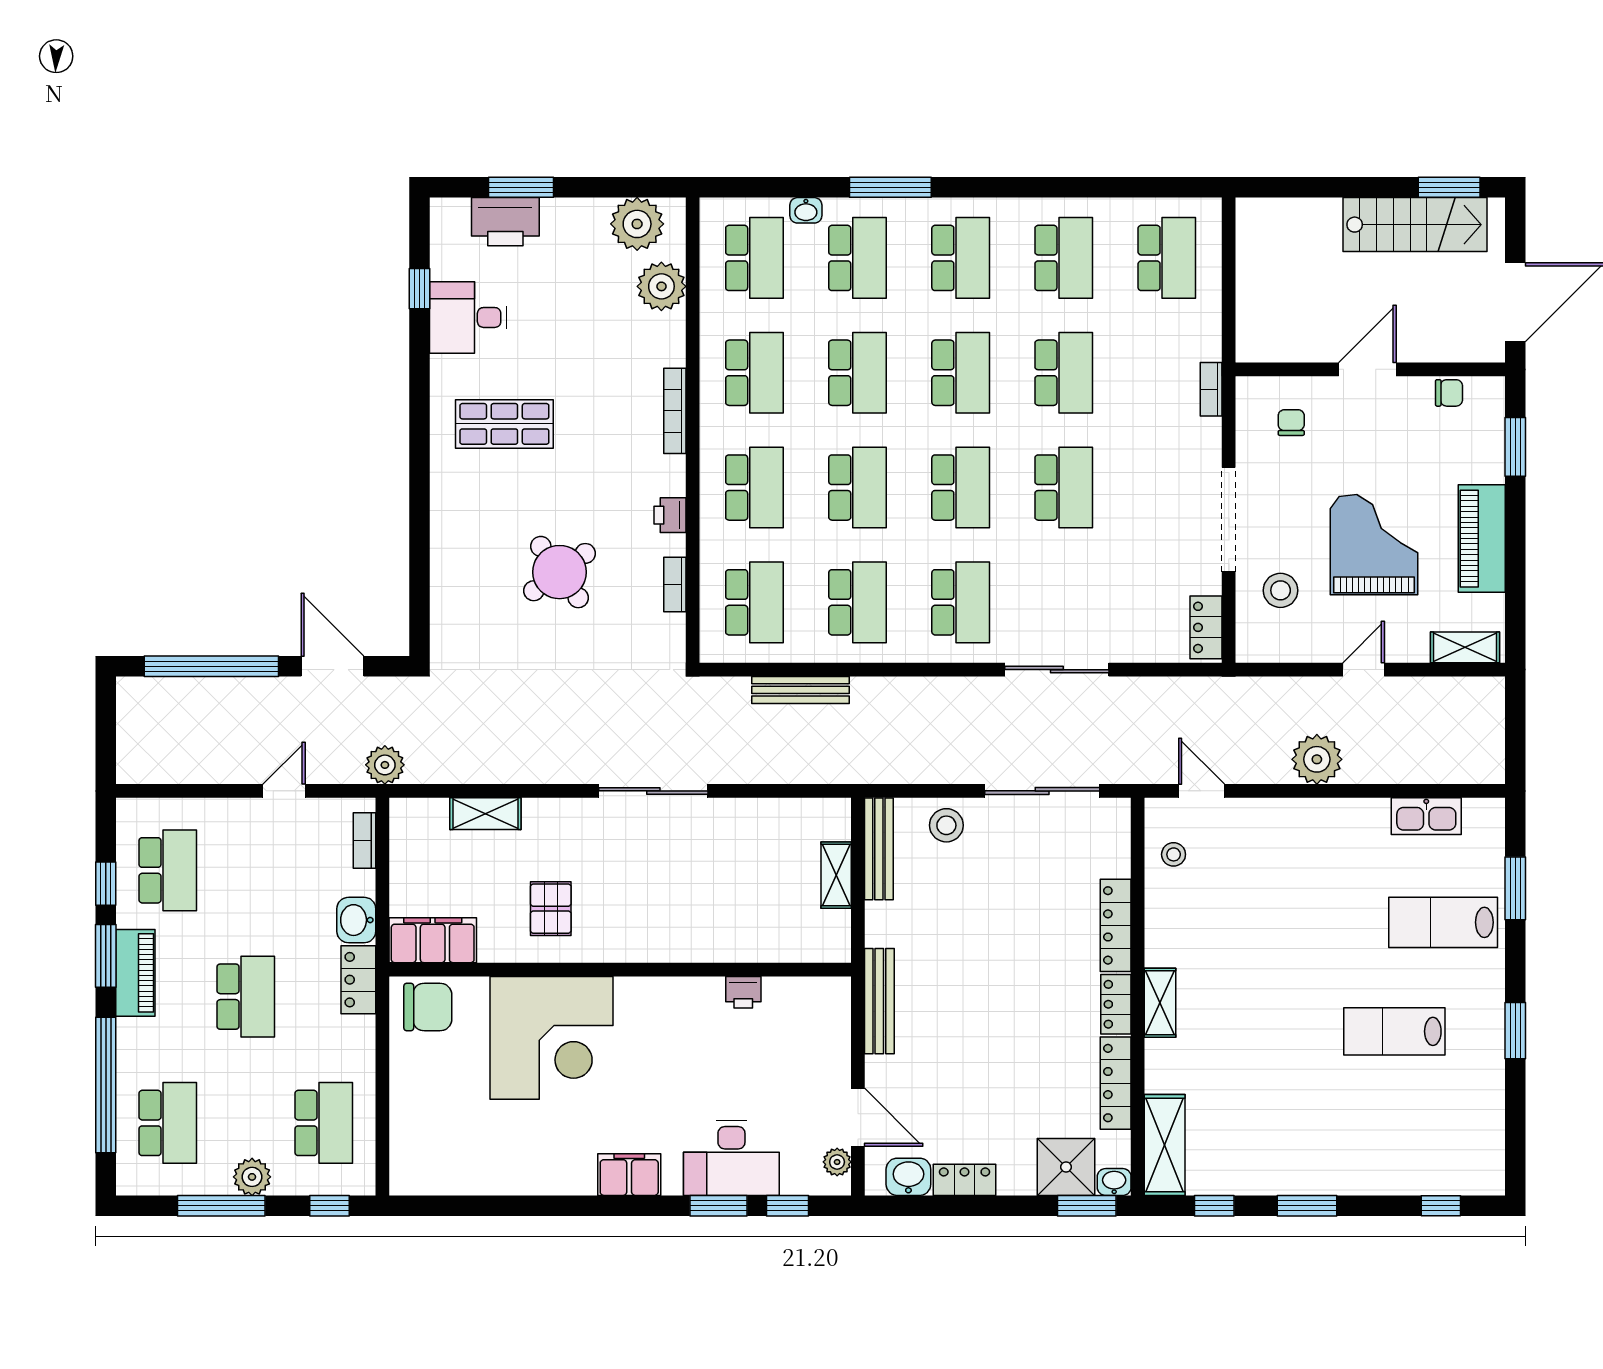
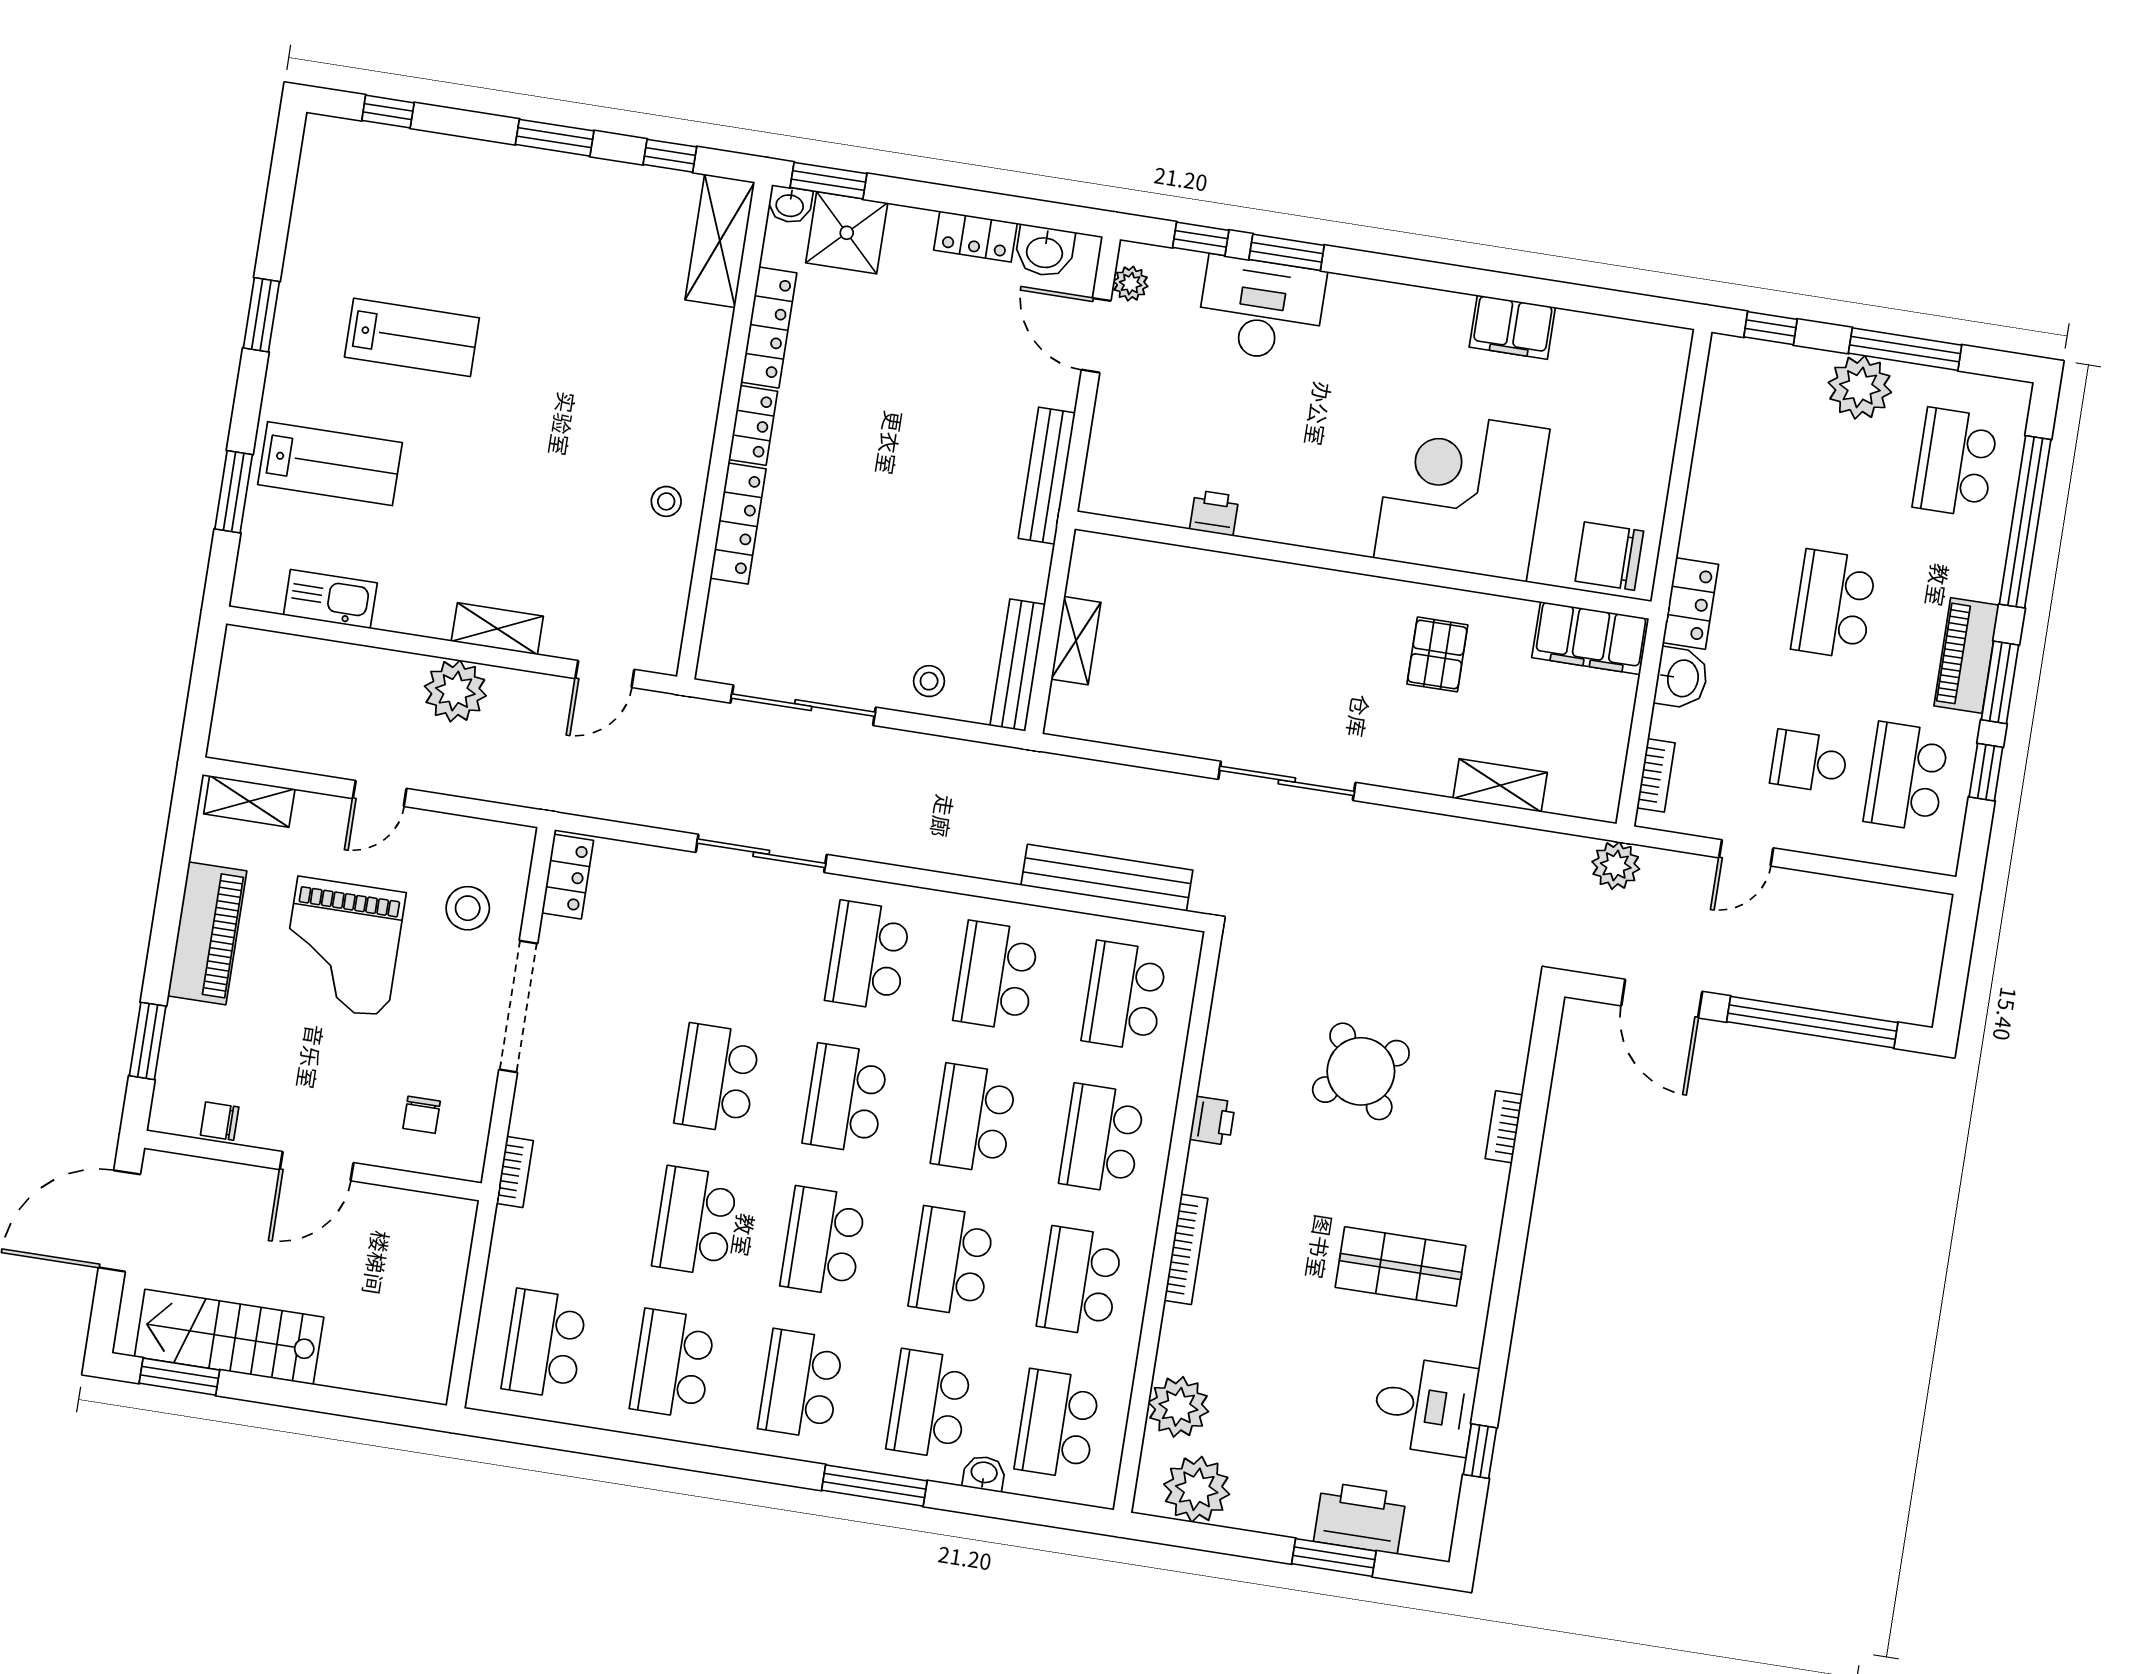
bookcase: (675, 585) -> (1504, 1127), moved, turned 180
bench: (800, 690) -> (1107, 878), width x1.37, depth x1.21
door: (1202, 791) -> (605, 674), hinge flipped
stool: (946, 825) -> (929, 681), width x0.73, depth x0.73
stool: (1174, 854) -> (666, 501), moved
shelving: (1160, 1003) -> (497, 629), moved, turned 90
school desk: (324, 1123) -> (1809, 762), moved, width x0.54
filing cabinet: (629, 1175) -> (1512, 327), moved
plant: (252, 1177) -> (1860, 387), width x1.36, depth x1.36

